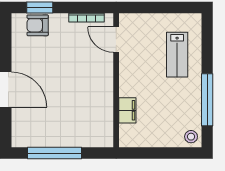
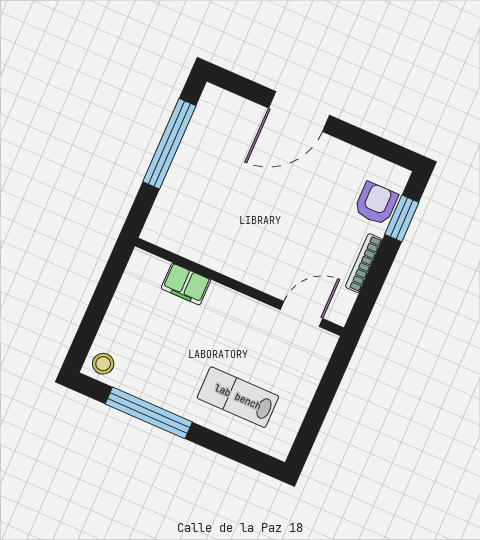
bookcase: (87, 18) -> (364, 263), moved

